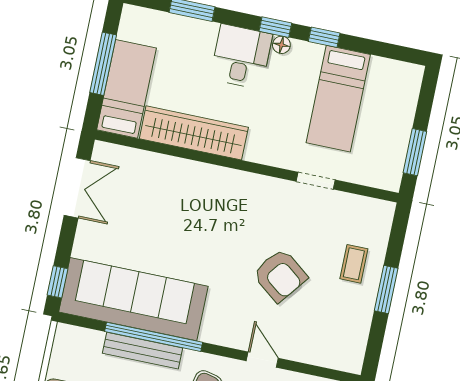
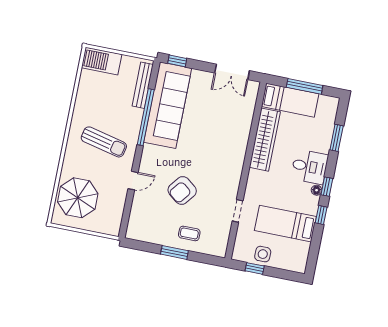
side table: (390, 138) -> (263, 254), added
window: (415, 152) -> (255, 268), width x0.67
bench: (142, 351) -> (143, 85), moved

